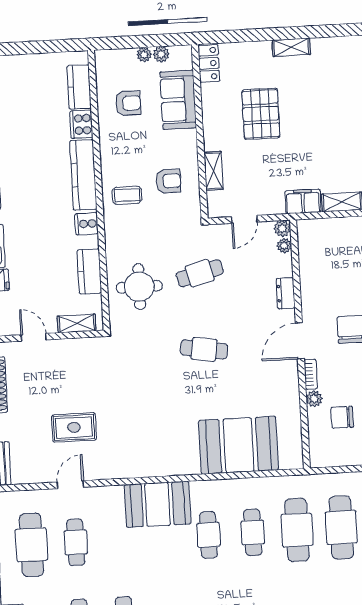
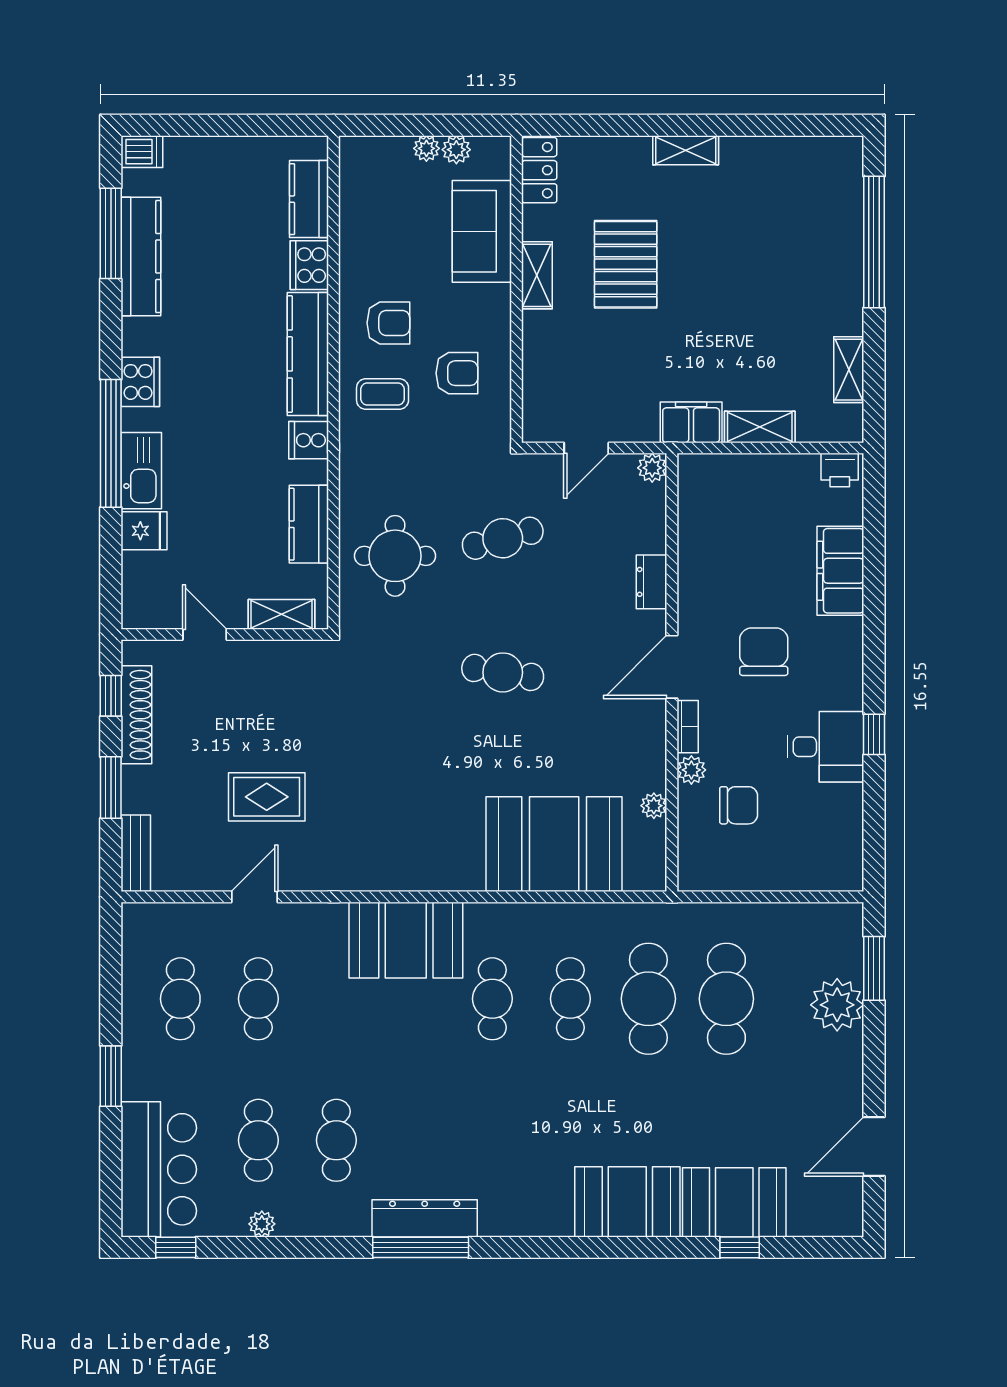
armchair: (128, 103) -> (388, 323), moved
shelving: (213, 171) -> (537, 275), moved
plant: (284, 246) -> (654, 806), moved
chair: (342, 417) -> (739, 805), turned 180
cafe table: (31, 545) -> (180, 999), width x0.73, depth x0.74

